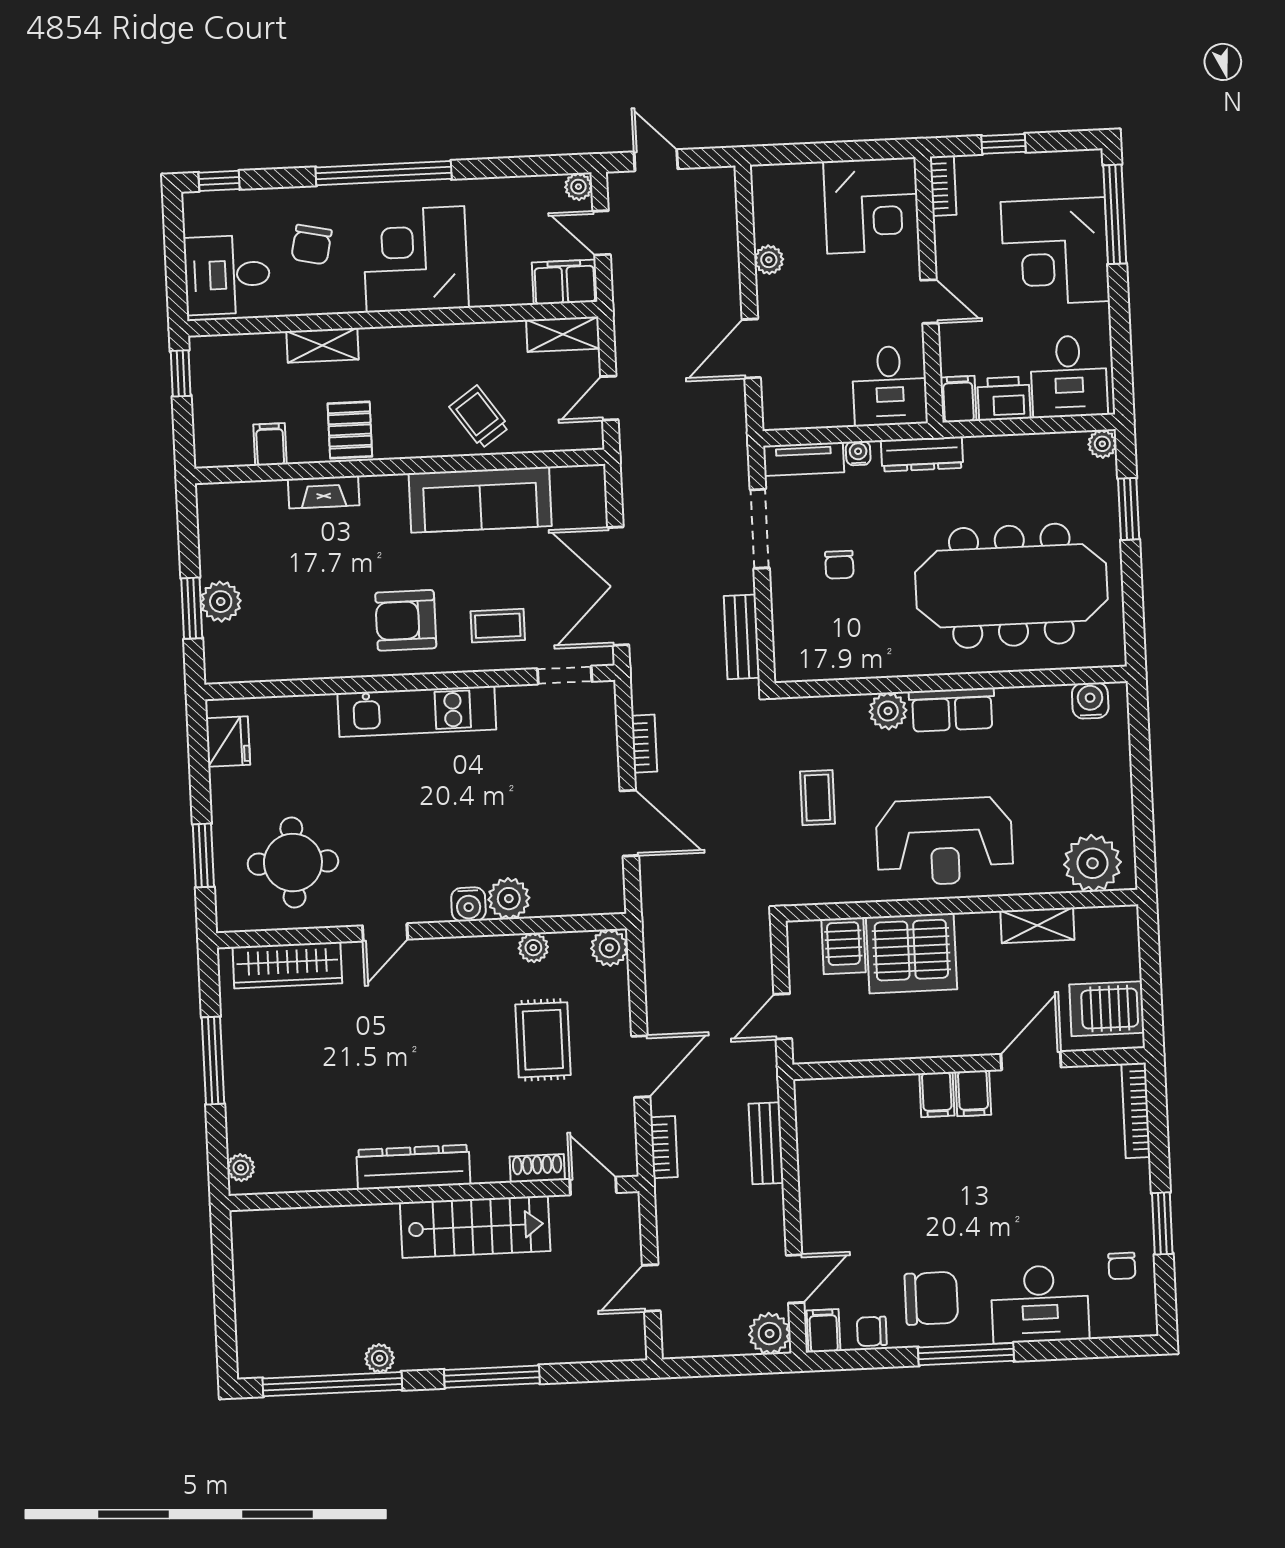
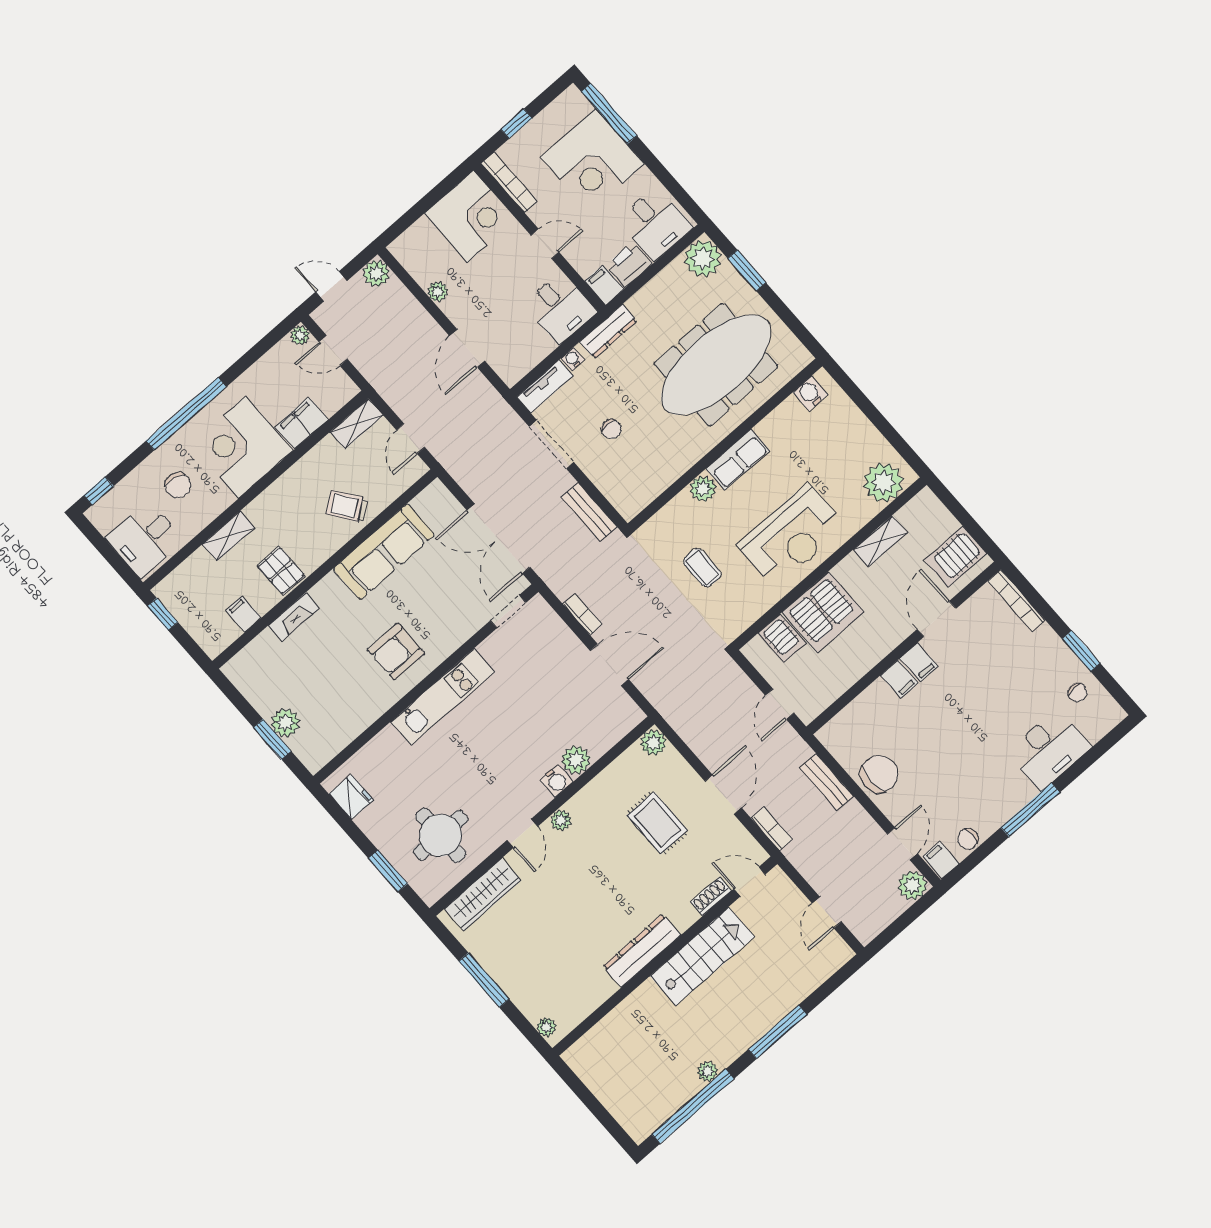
plant: (717, 186) -> (376, 273), added
bookcase: (943, 186) -> (509, 182), width x1.56
filing cabinet: (565, 282) -> (302, 423), moved
plant: (1102, 444) -> (703, 259), width x1.88, depth x1.88
coffee table: (498, 626) -> (449, 614), removed
plant: (533, 948) -> (561, 820), moved
chair: (931, 1298) -> (879, 774), moved

